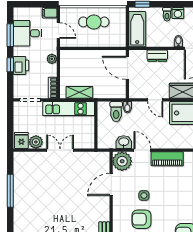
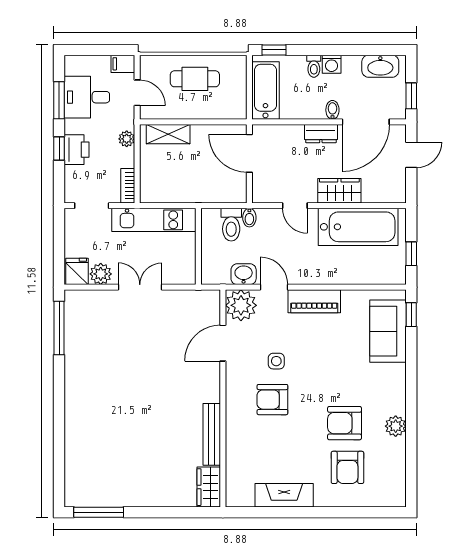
dresser: (157, 56) -> (321, 134), moved
shelving: (79, 92) -> (168, 134), moved
window: (10, 191) -> (59, 328), moved

